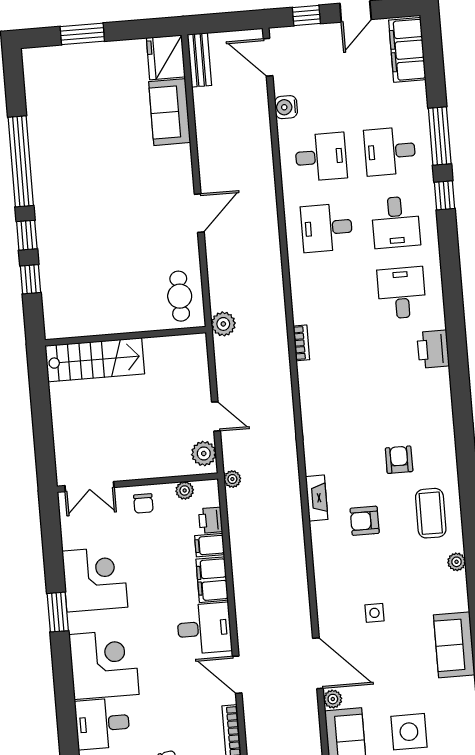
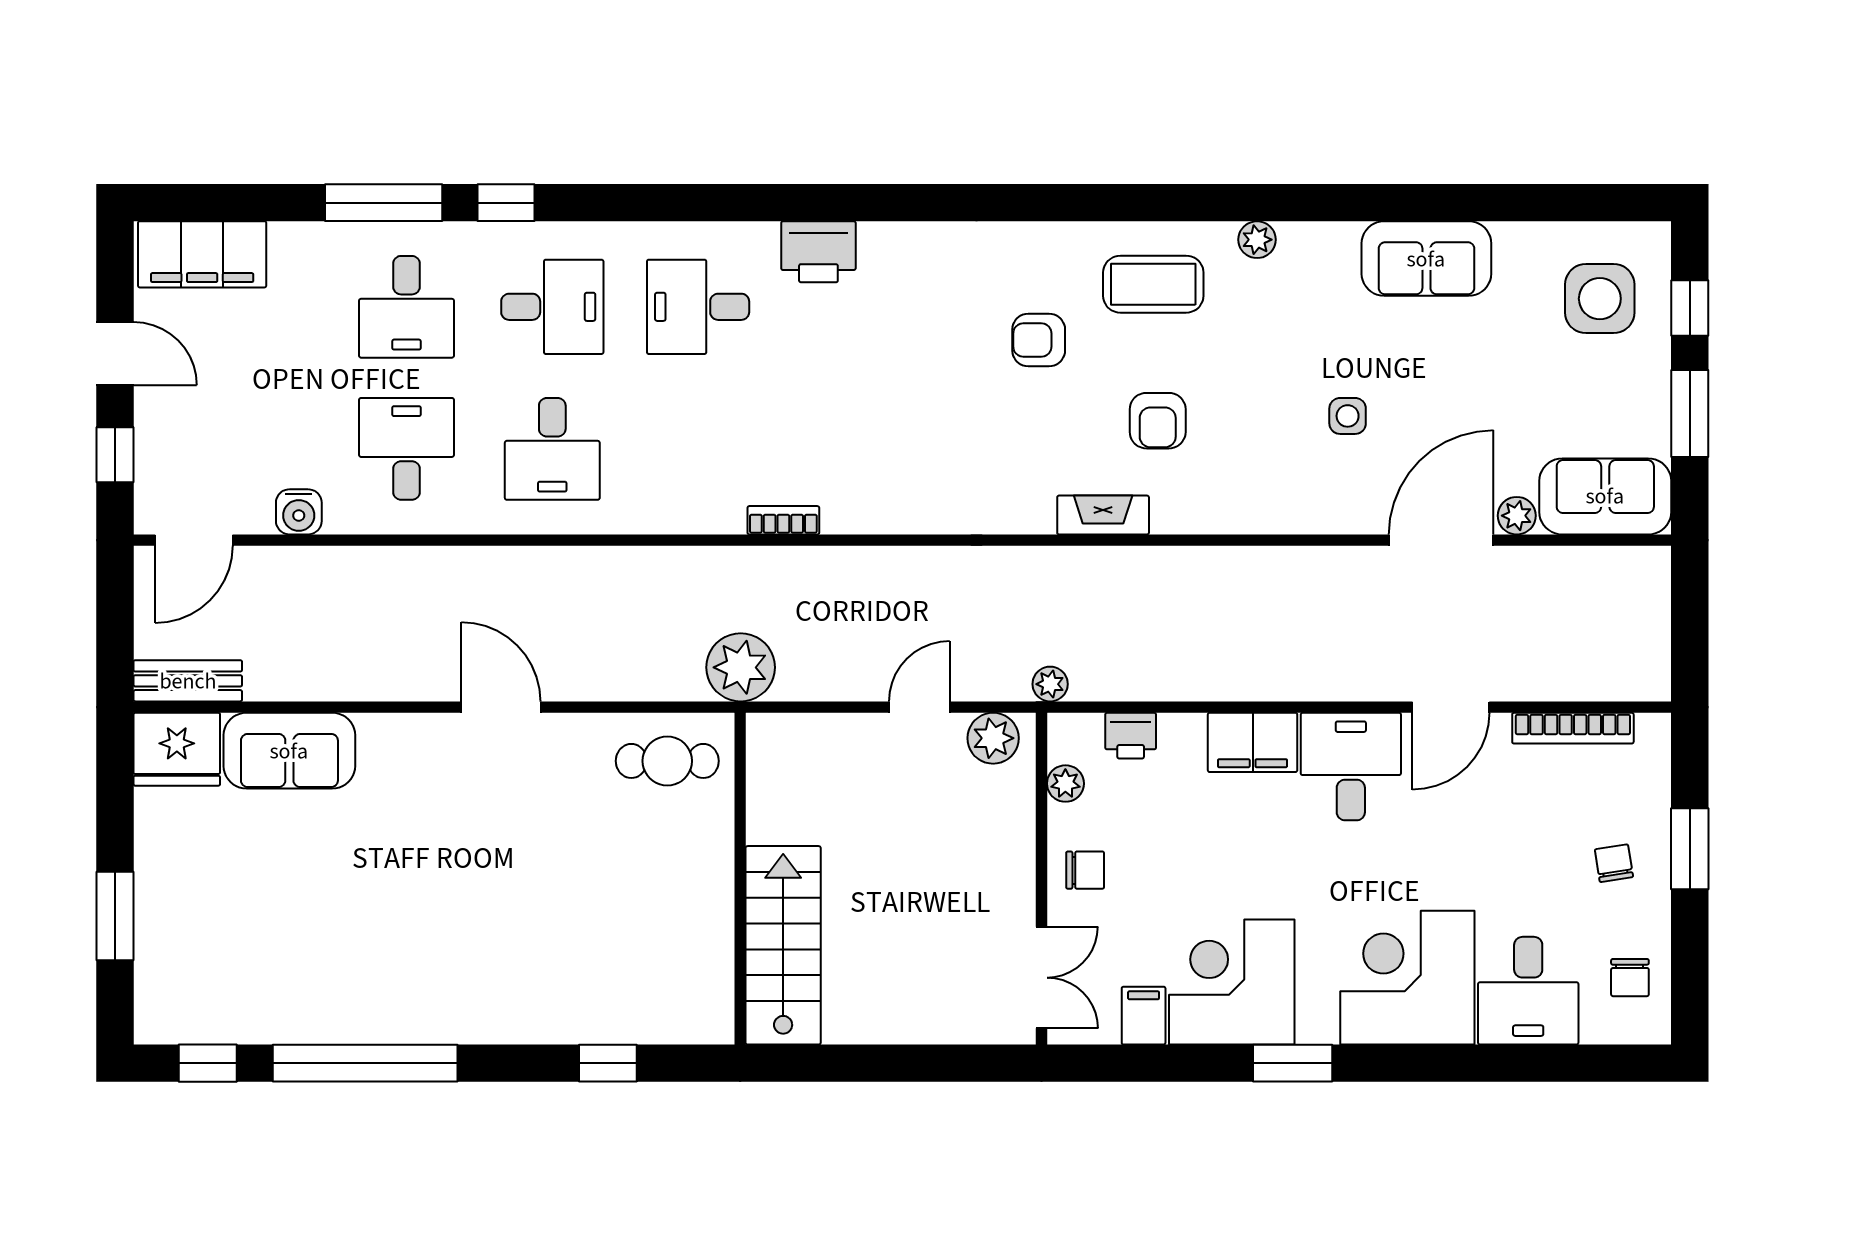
window: (27, 235) -> (208, 1063), moved
plant: (223, 324) -> (741, 667), width x1.36, depth x1.36
filing cabinet: (210, 545) -> (1144, 1016), moved, turned 180
side table: (409, 732) -> (1600, 299), moved

